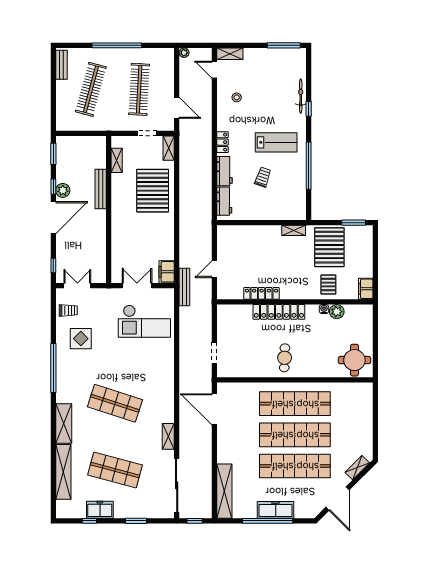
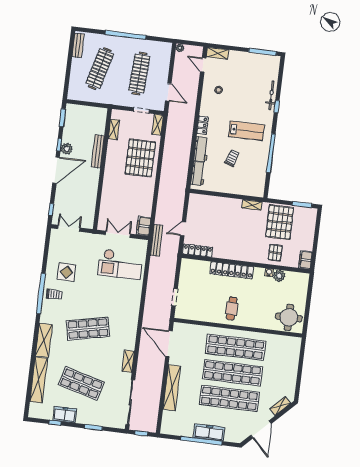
locker: (262, 293) -> (198, 251), moved
trolley: (68, 310) -> (54, 294), moved
shop shelf: (115, 403) -> (88, 329), turned -30
shelving: (224, 491) -> (172, 388), moved

